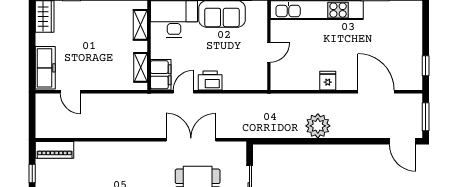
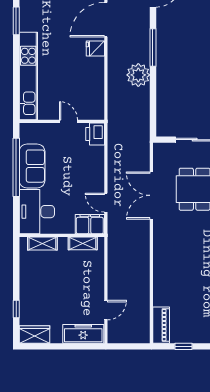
printer: (210, 80) -> (95, 134), moved
fridge: (328, 81) -> (95, 48), moved
window: (347, 141) -> (153, 48), added

